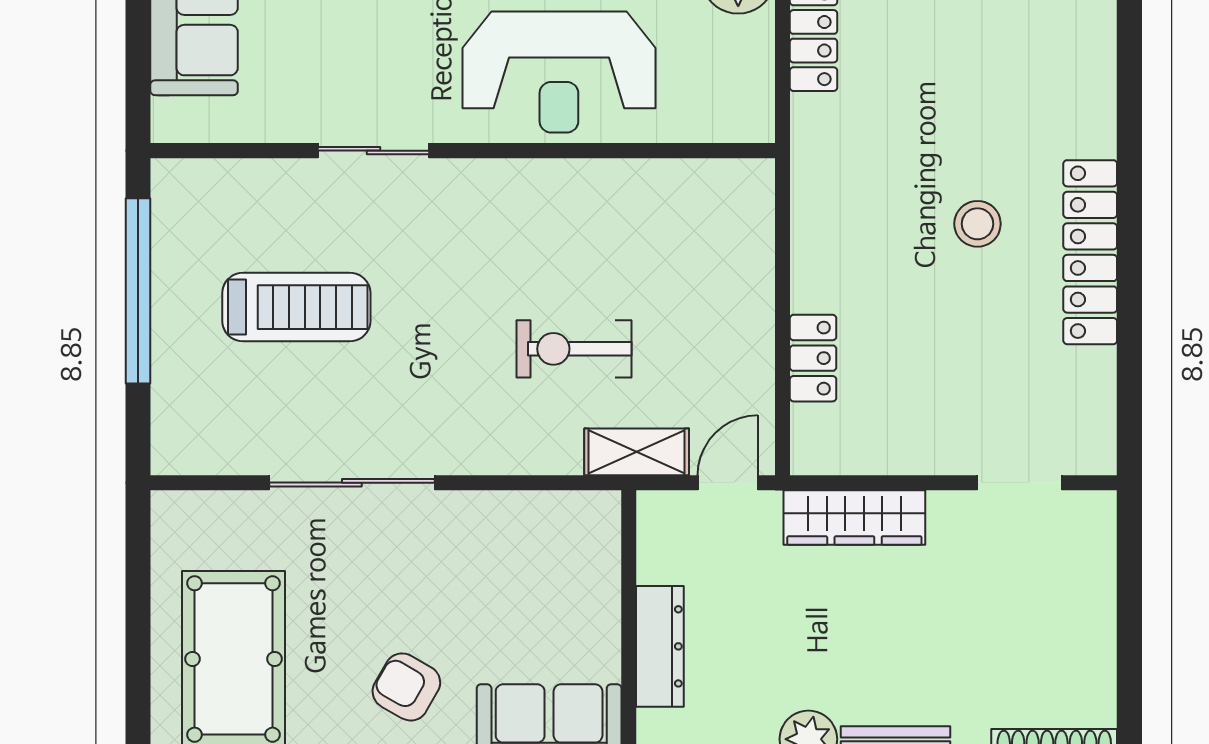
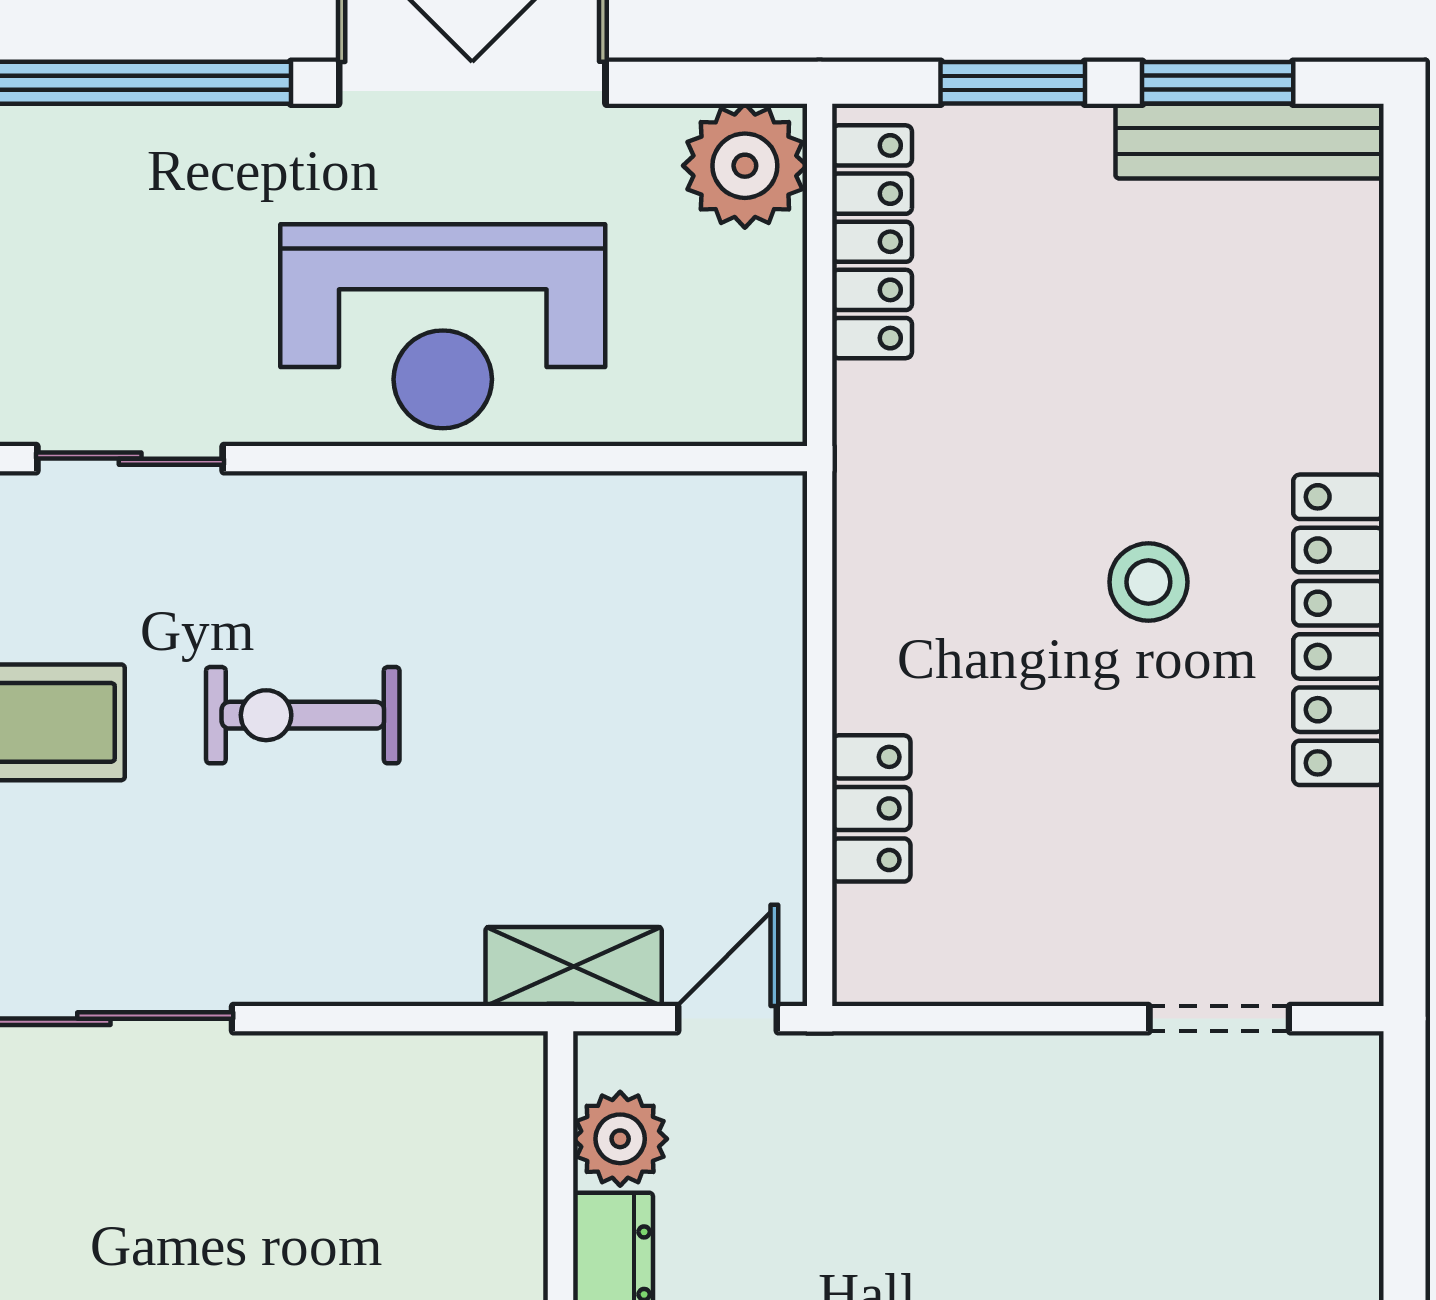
exercise bike: (574, 349) -> (303, 715), moved
wardrobe: (854, 518) -> (941, 1077), removed
plant: (664, 554) -> (620, 1139), added

